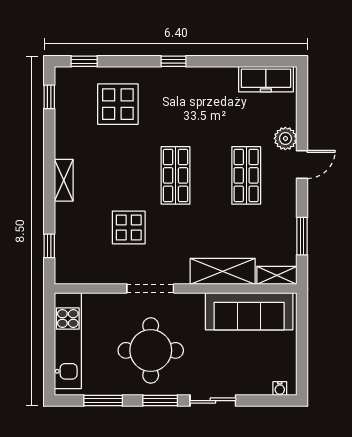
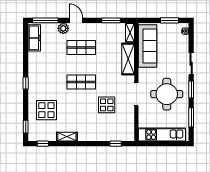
window: (302, 102) -> (45, 20), added
shelving: (64, 180) -> (67, 137), moved
window: (302, 356) -> (170, 20), added

